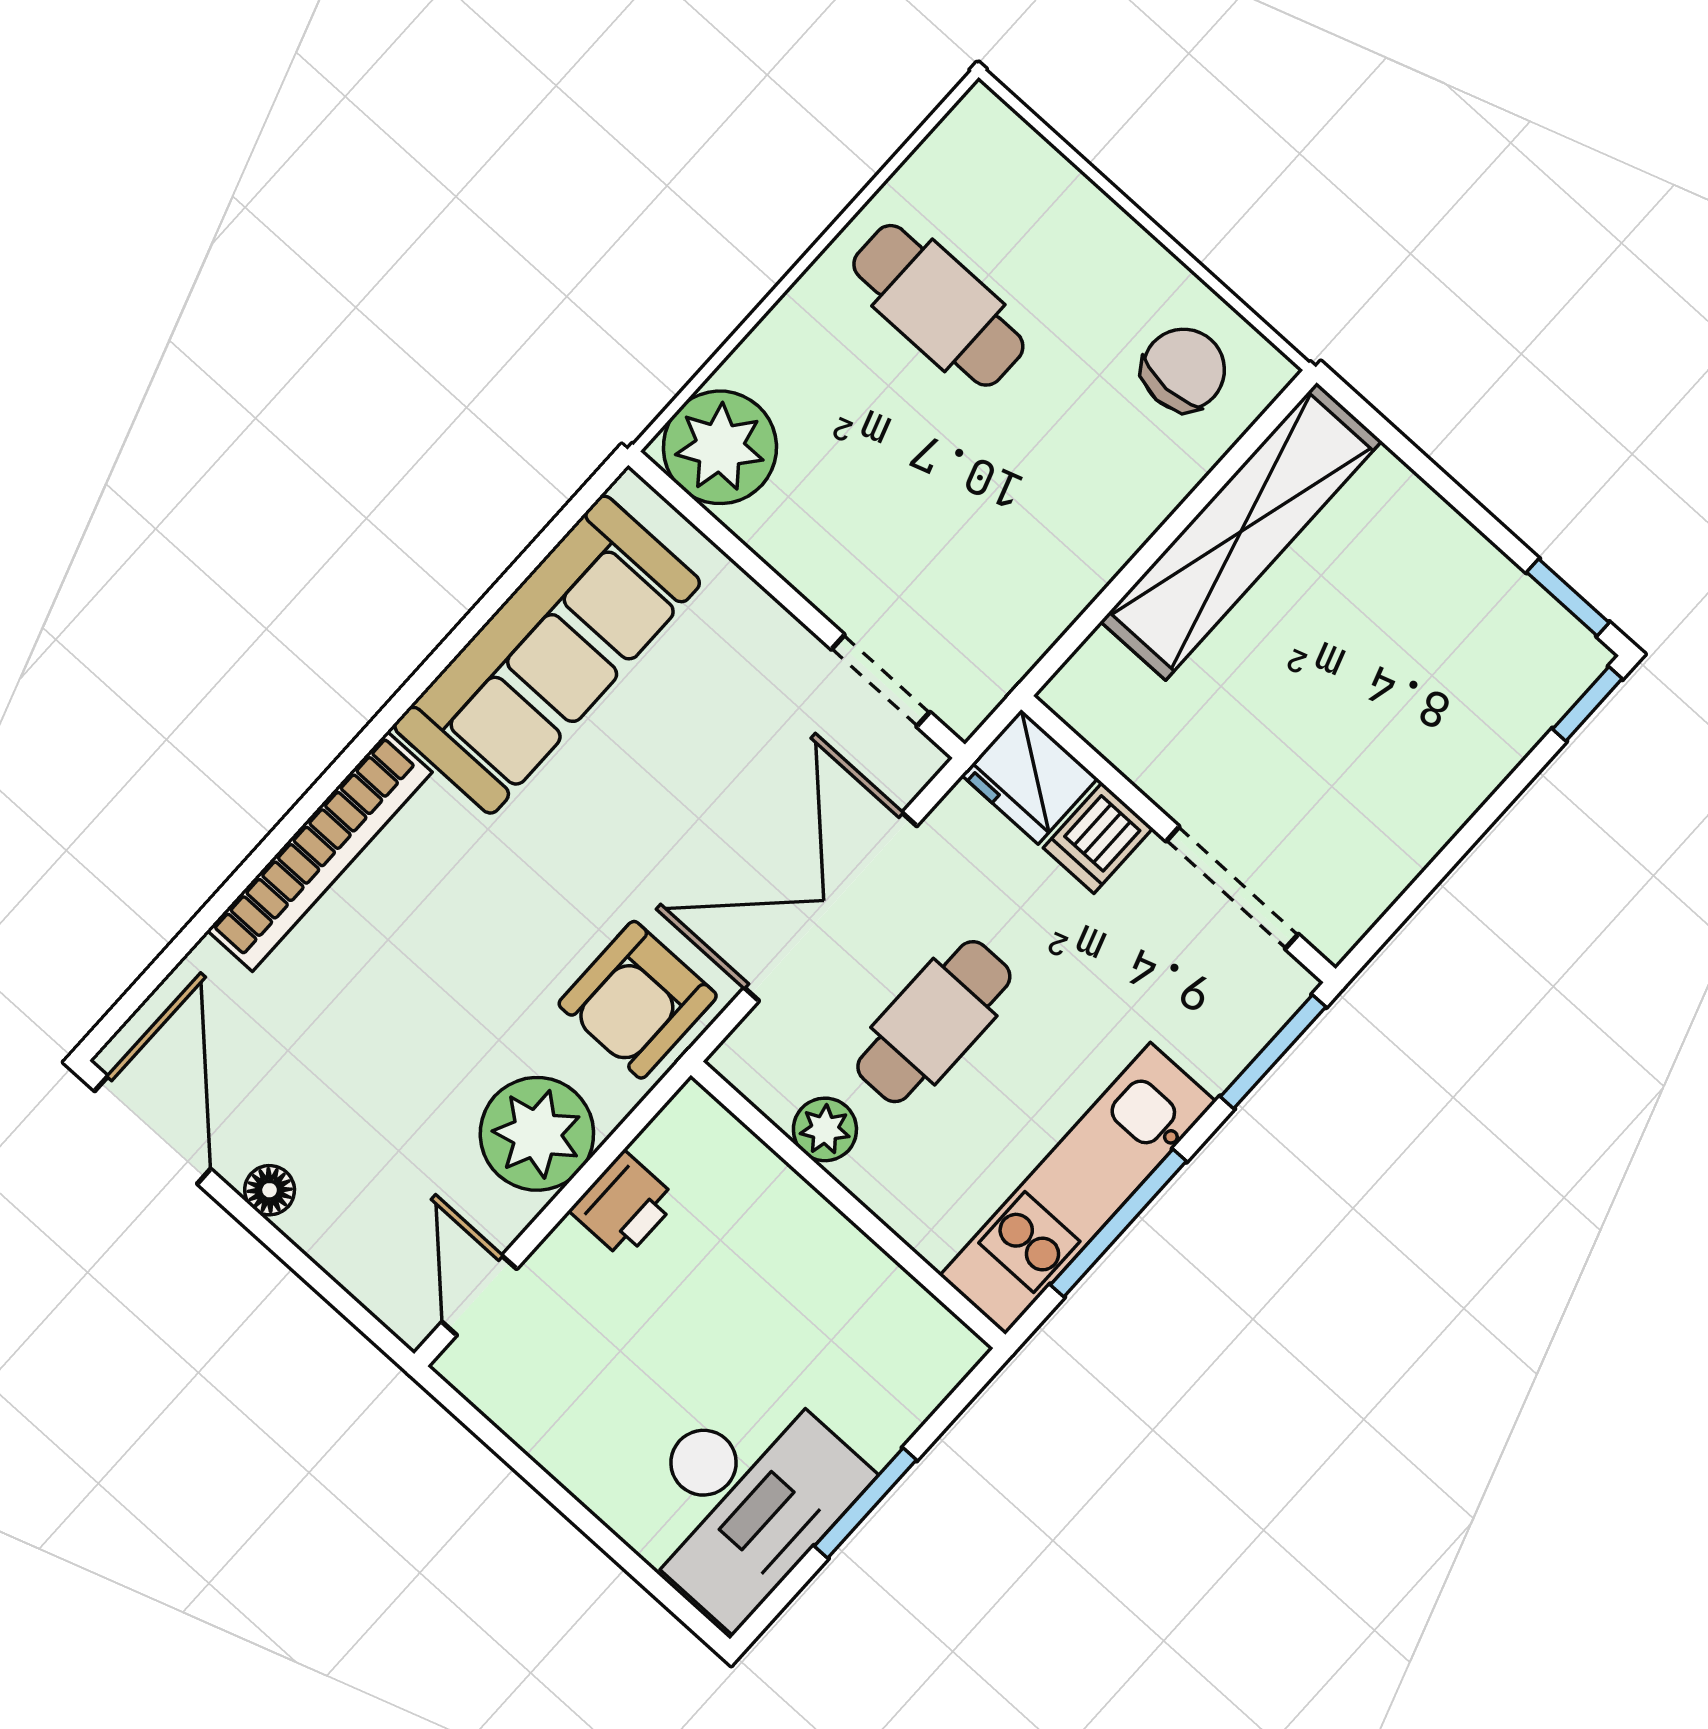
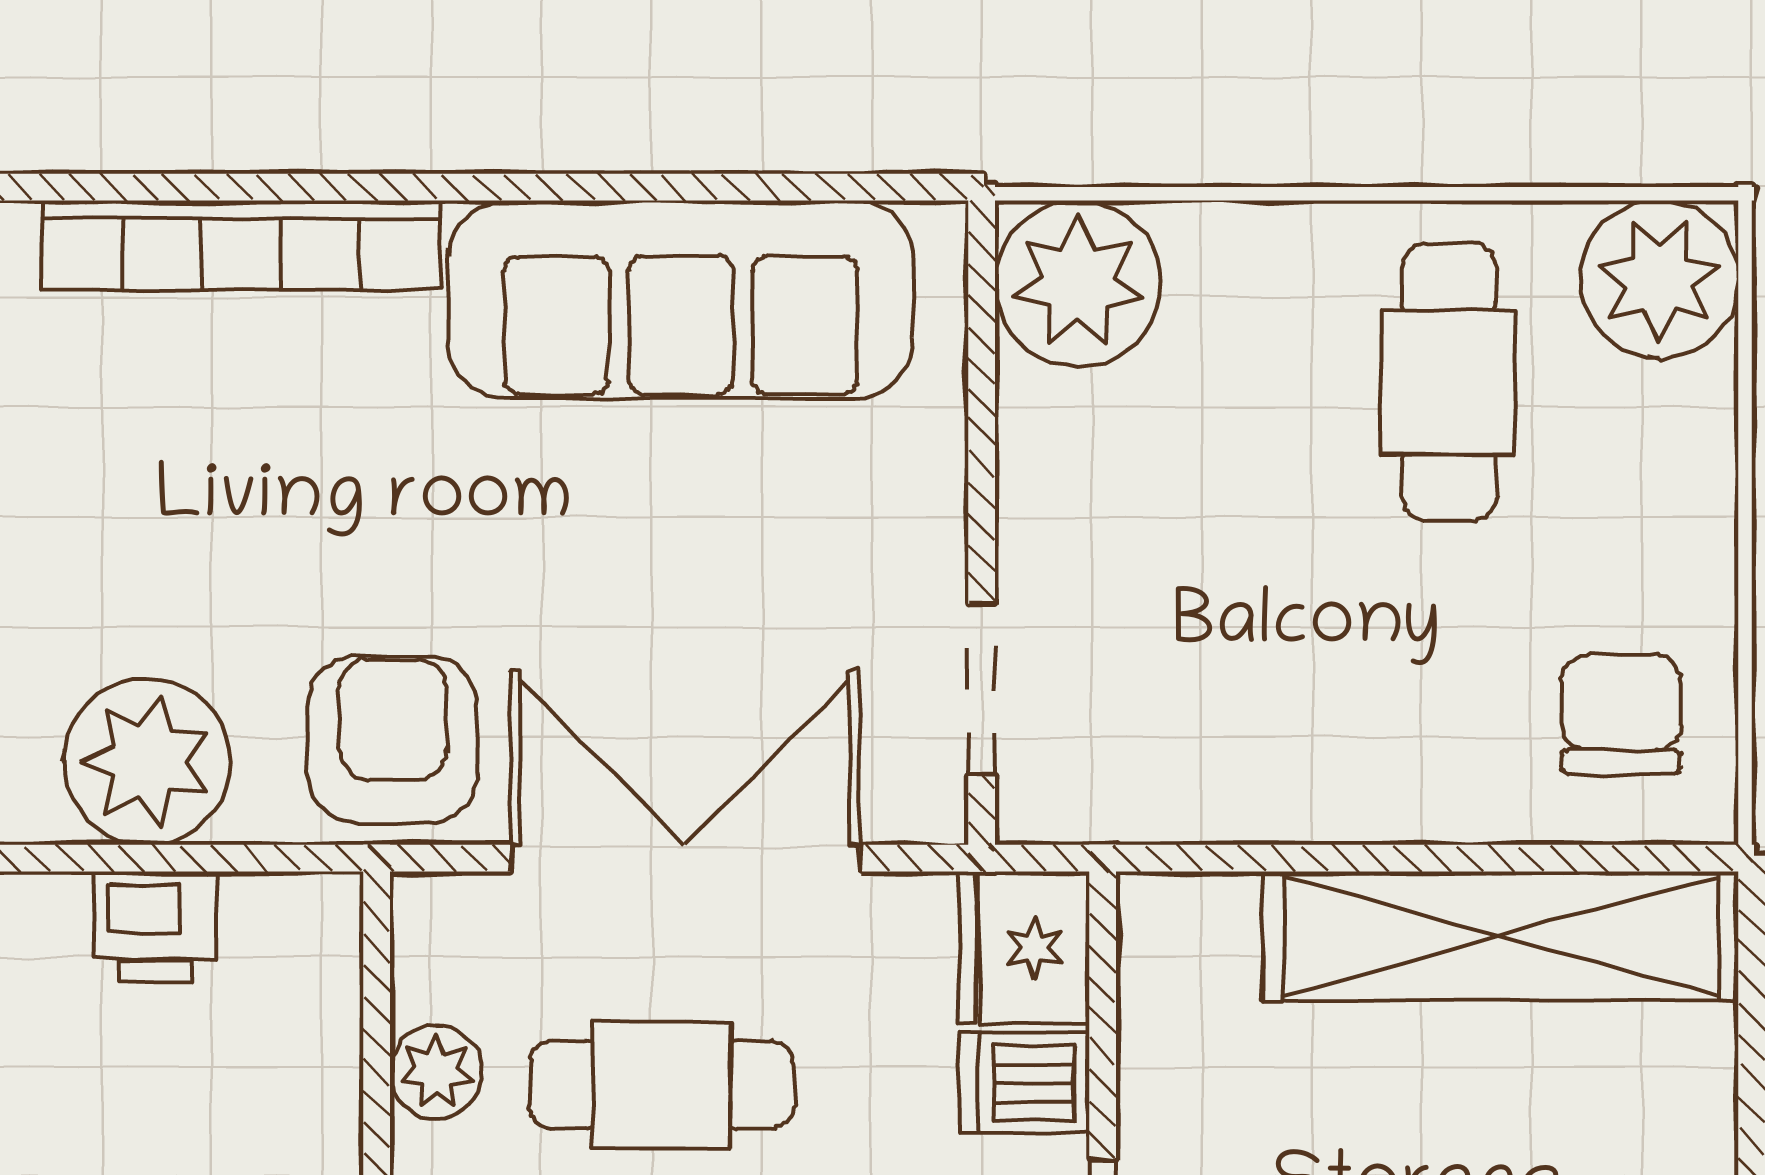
plant: (982, 153) -> (1659, 279), added
chair: (1184, 370) -> (1621, 714), turned -90
armchair: (638, 1000) -> (393, 739), turned 90

